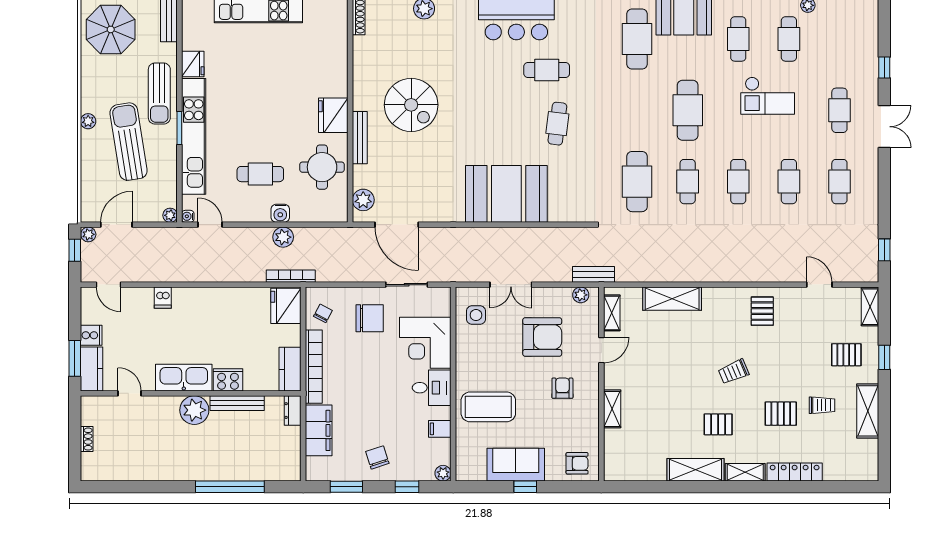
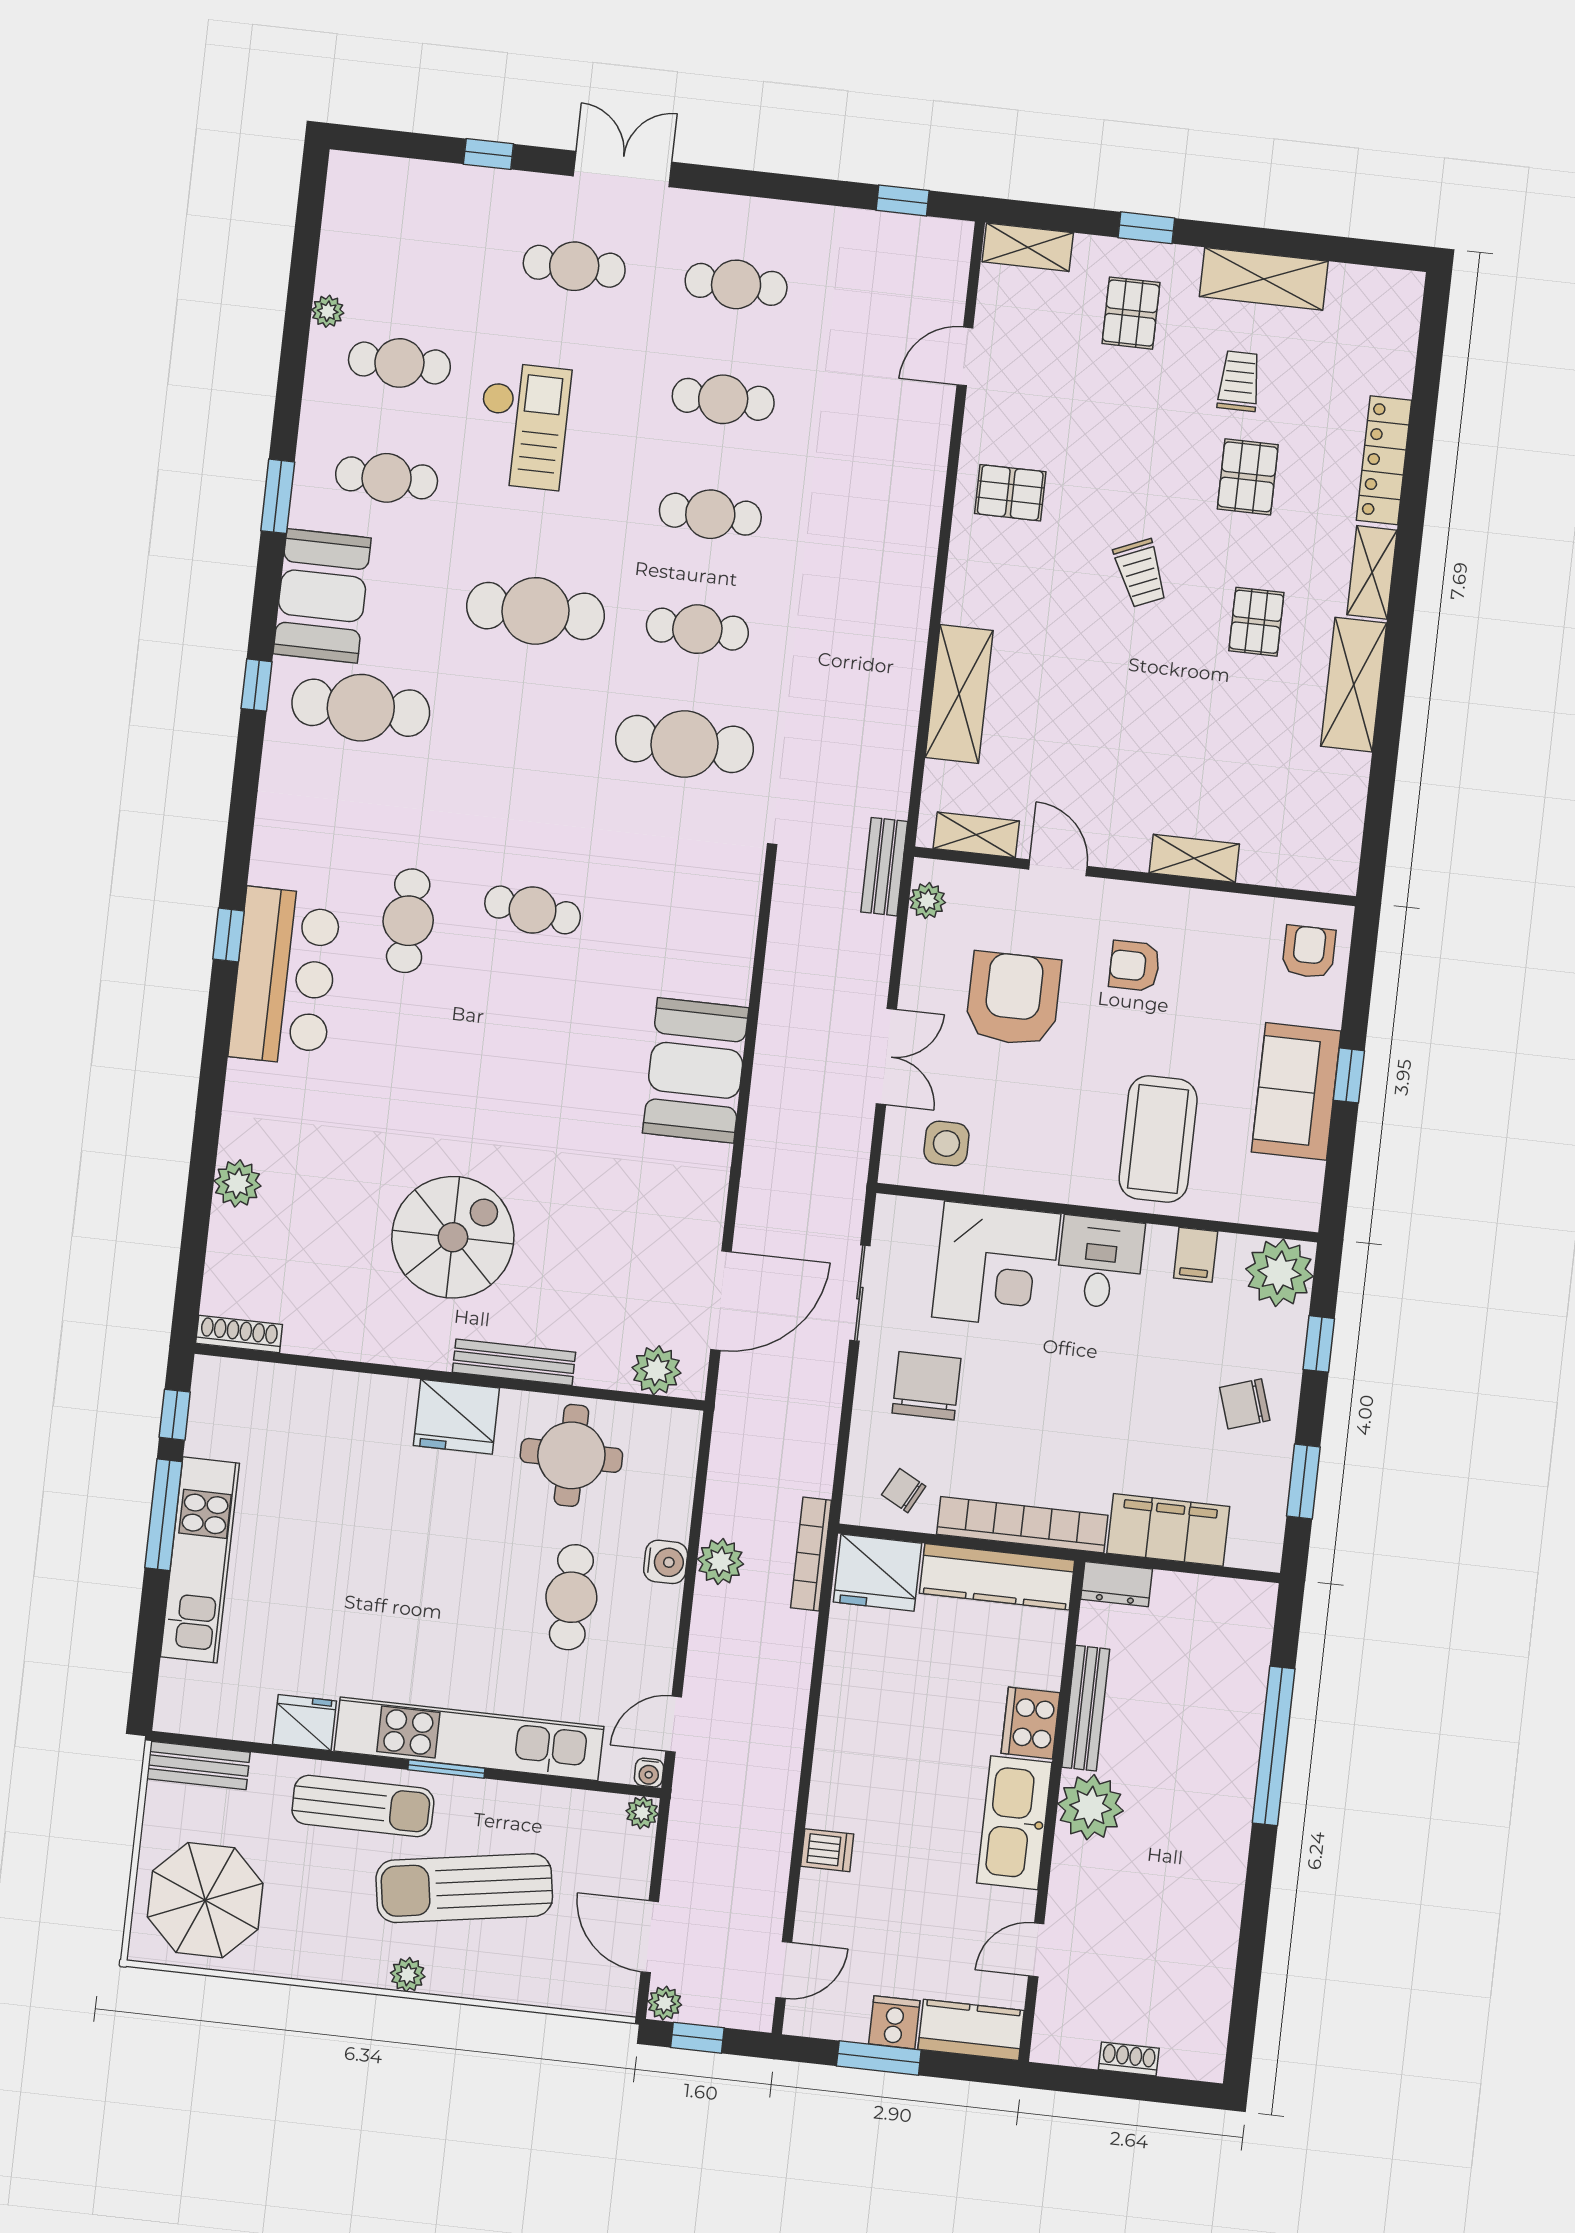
booth: (506, 194) -> (696, 1070), width x0.73, depth x0.70
window: (75, 358) -> (879, 2058), moved
kitchen counter: (290, 369) -> (997, 1577), width x1.50
plant: (443, 473) -> (1280, 1273), width x1.87, depth x1.87

